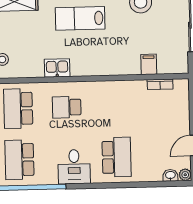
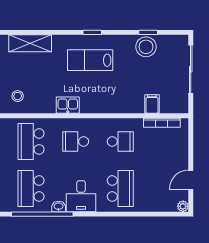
bookcase: (160, 84) -> (162, 123), width x1.56
school desk: (115, 106) -> (120, 141), added
washbasin: (170, 175) -> (59, 206), moved

